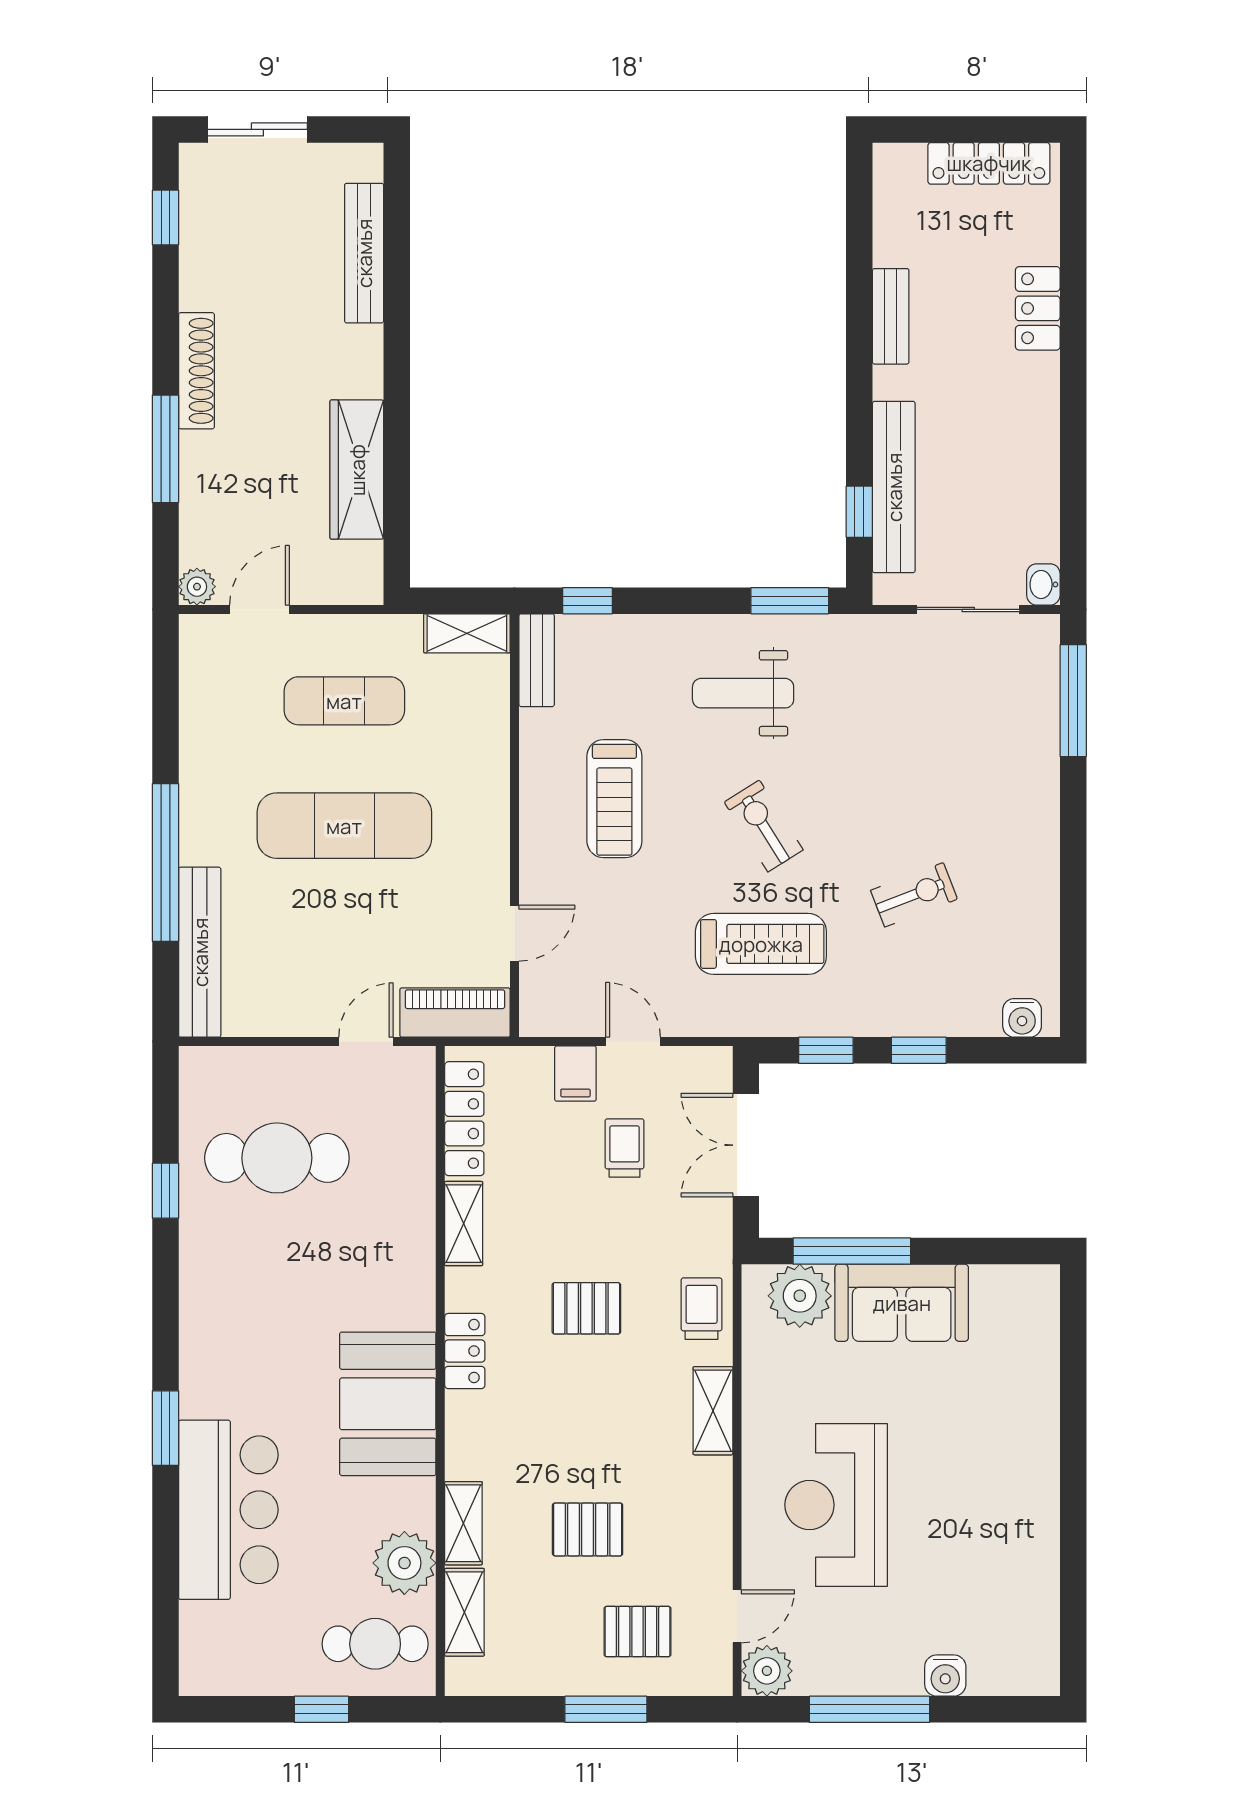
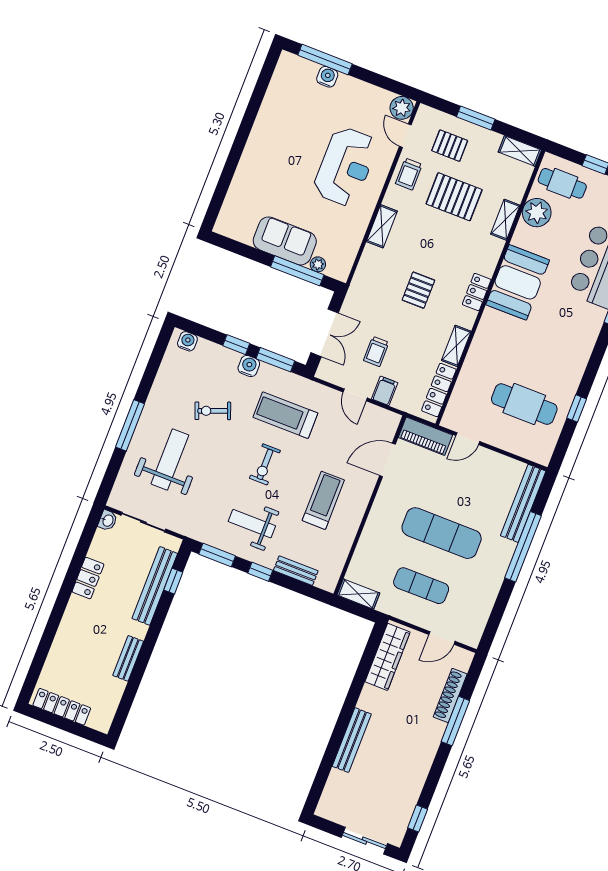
bench: (364, 253) -> (352, 740), moved
locker: (1038, 308) -> (88, 578), moved
shoe rack: (196, 371) -> (450, 695), moved
wardrobe: (357, 470) -> (388, 657), moved
plant: (197, 587) -> (465, 658), removed
window: (588, 601) -> (260, 572), moved
bench: (537, 660) -> (296, 571), moved, turned 90
weight bench: (743, 693) -> (252, 524), turned 180
window: (1073, 701) -> (130, 425), moved
weight bench: (964, 760) -> (170, 459), added
exercise bike: (764, 826) -> (265, 464), turned 32
door: (515, 933) -> (387, 460), width x1.38
water cooler: (876, 1016) -> (249, 366), added
window: (826, 1050) -> (275, 360), width x1.50
plant: (800, 1296) -> (318, 264), width x0.53, depth x0.53
pallet: (586, 1308) -> (418, 290), turned 90
trolley: (702, 1309) -> (409, 174), moved
pallet: (588, 1529) -> (454, 197), width x1.50, depth x1.42
shelving: (464, 1612) -> (520, 151), moved, turned 90
door: (737, 1616) -> (405, 136), hinge flipped
window: (869, 1709) -> (325, 60), moved

